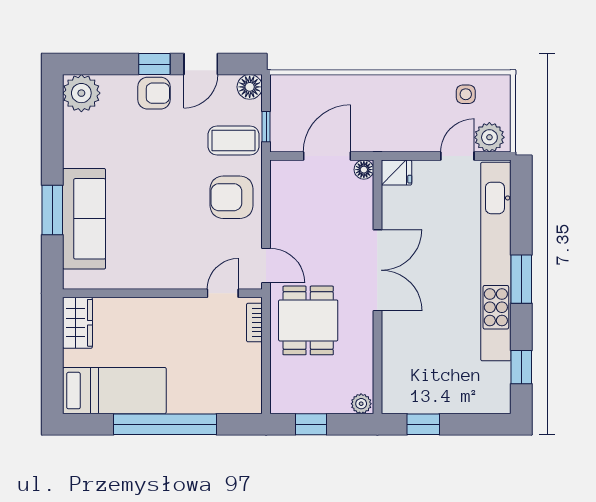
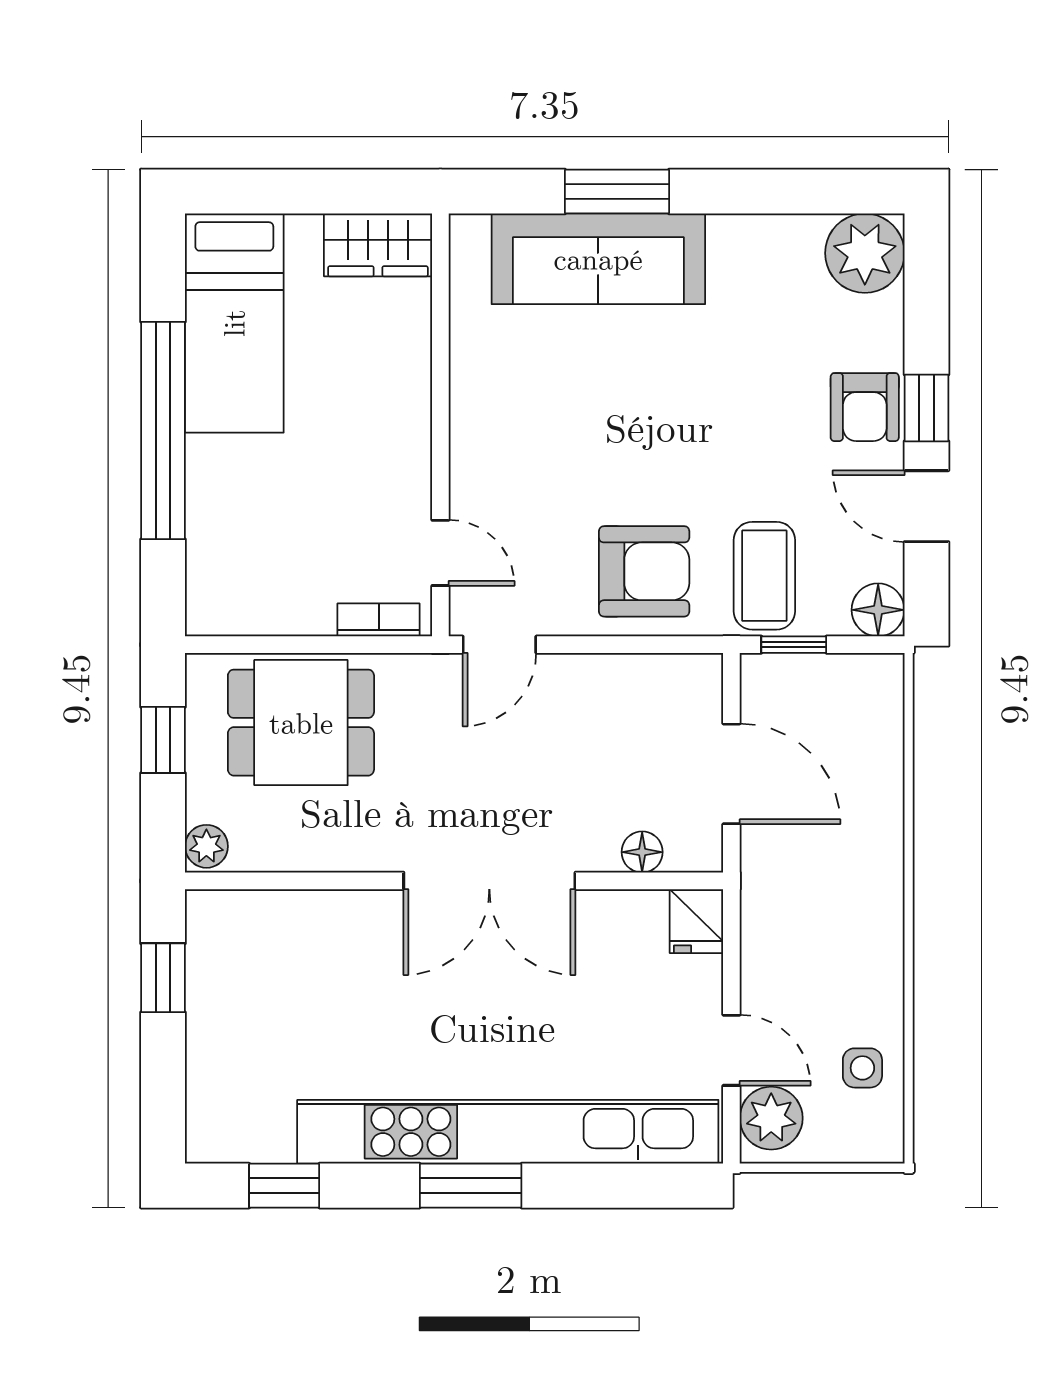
floor lamp: (364, 170) -> (642, 852), moved
armchair: (231, 197) -> (644, 571), turned 90
dining table: (308, 320) -> (301, 723), moved

